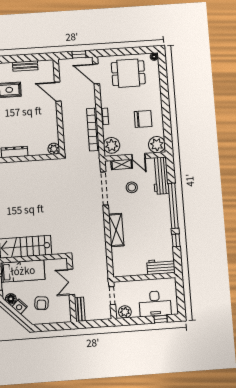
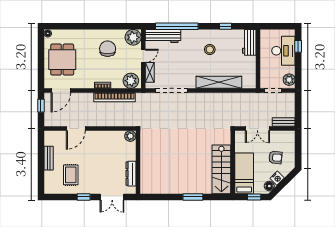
stool: (132, 187) -> (210, 49), moved
window: (173, 206) -> (177, 26), moved
shelving: (116, 230) -> (219, 82), width x1.47

